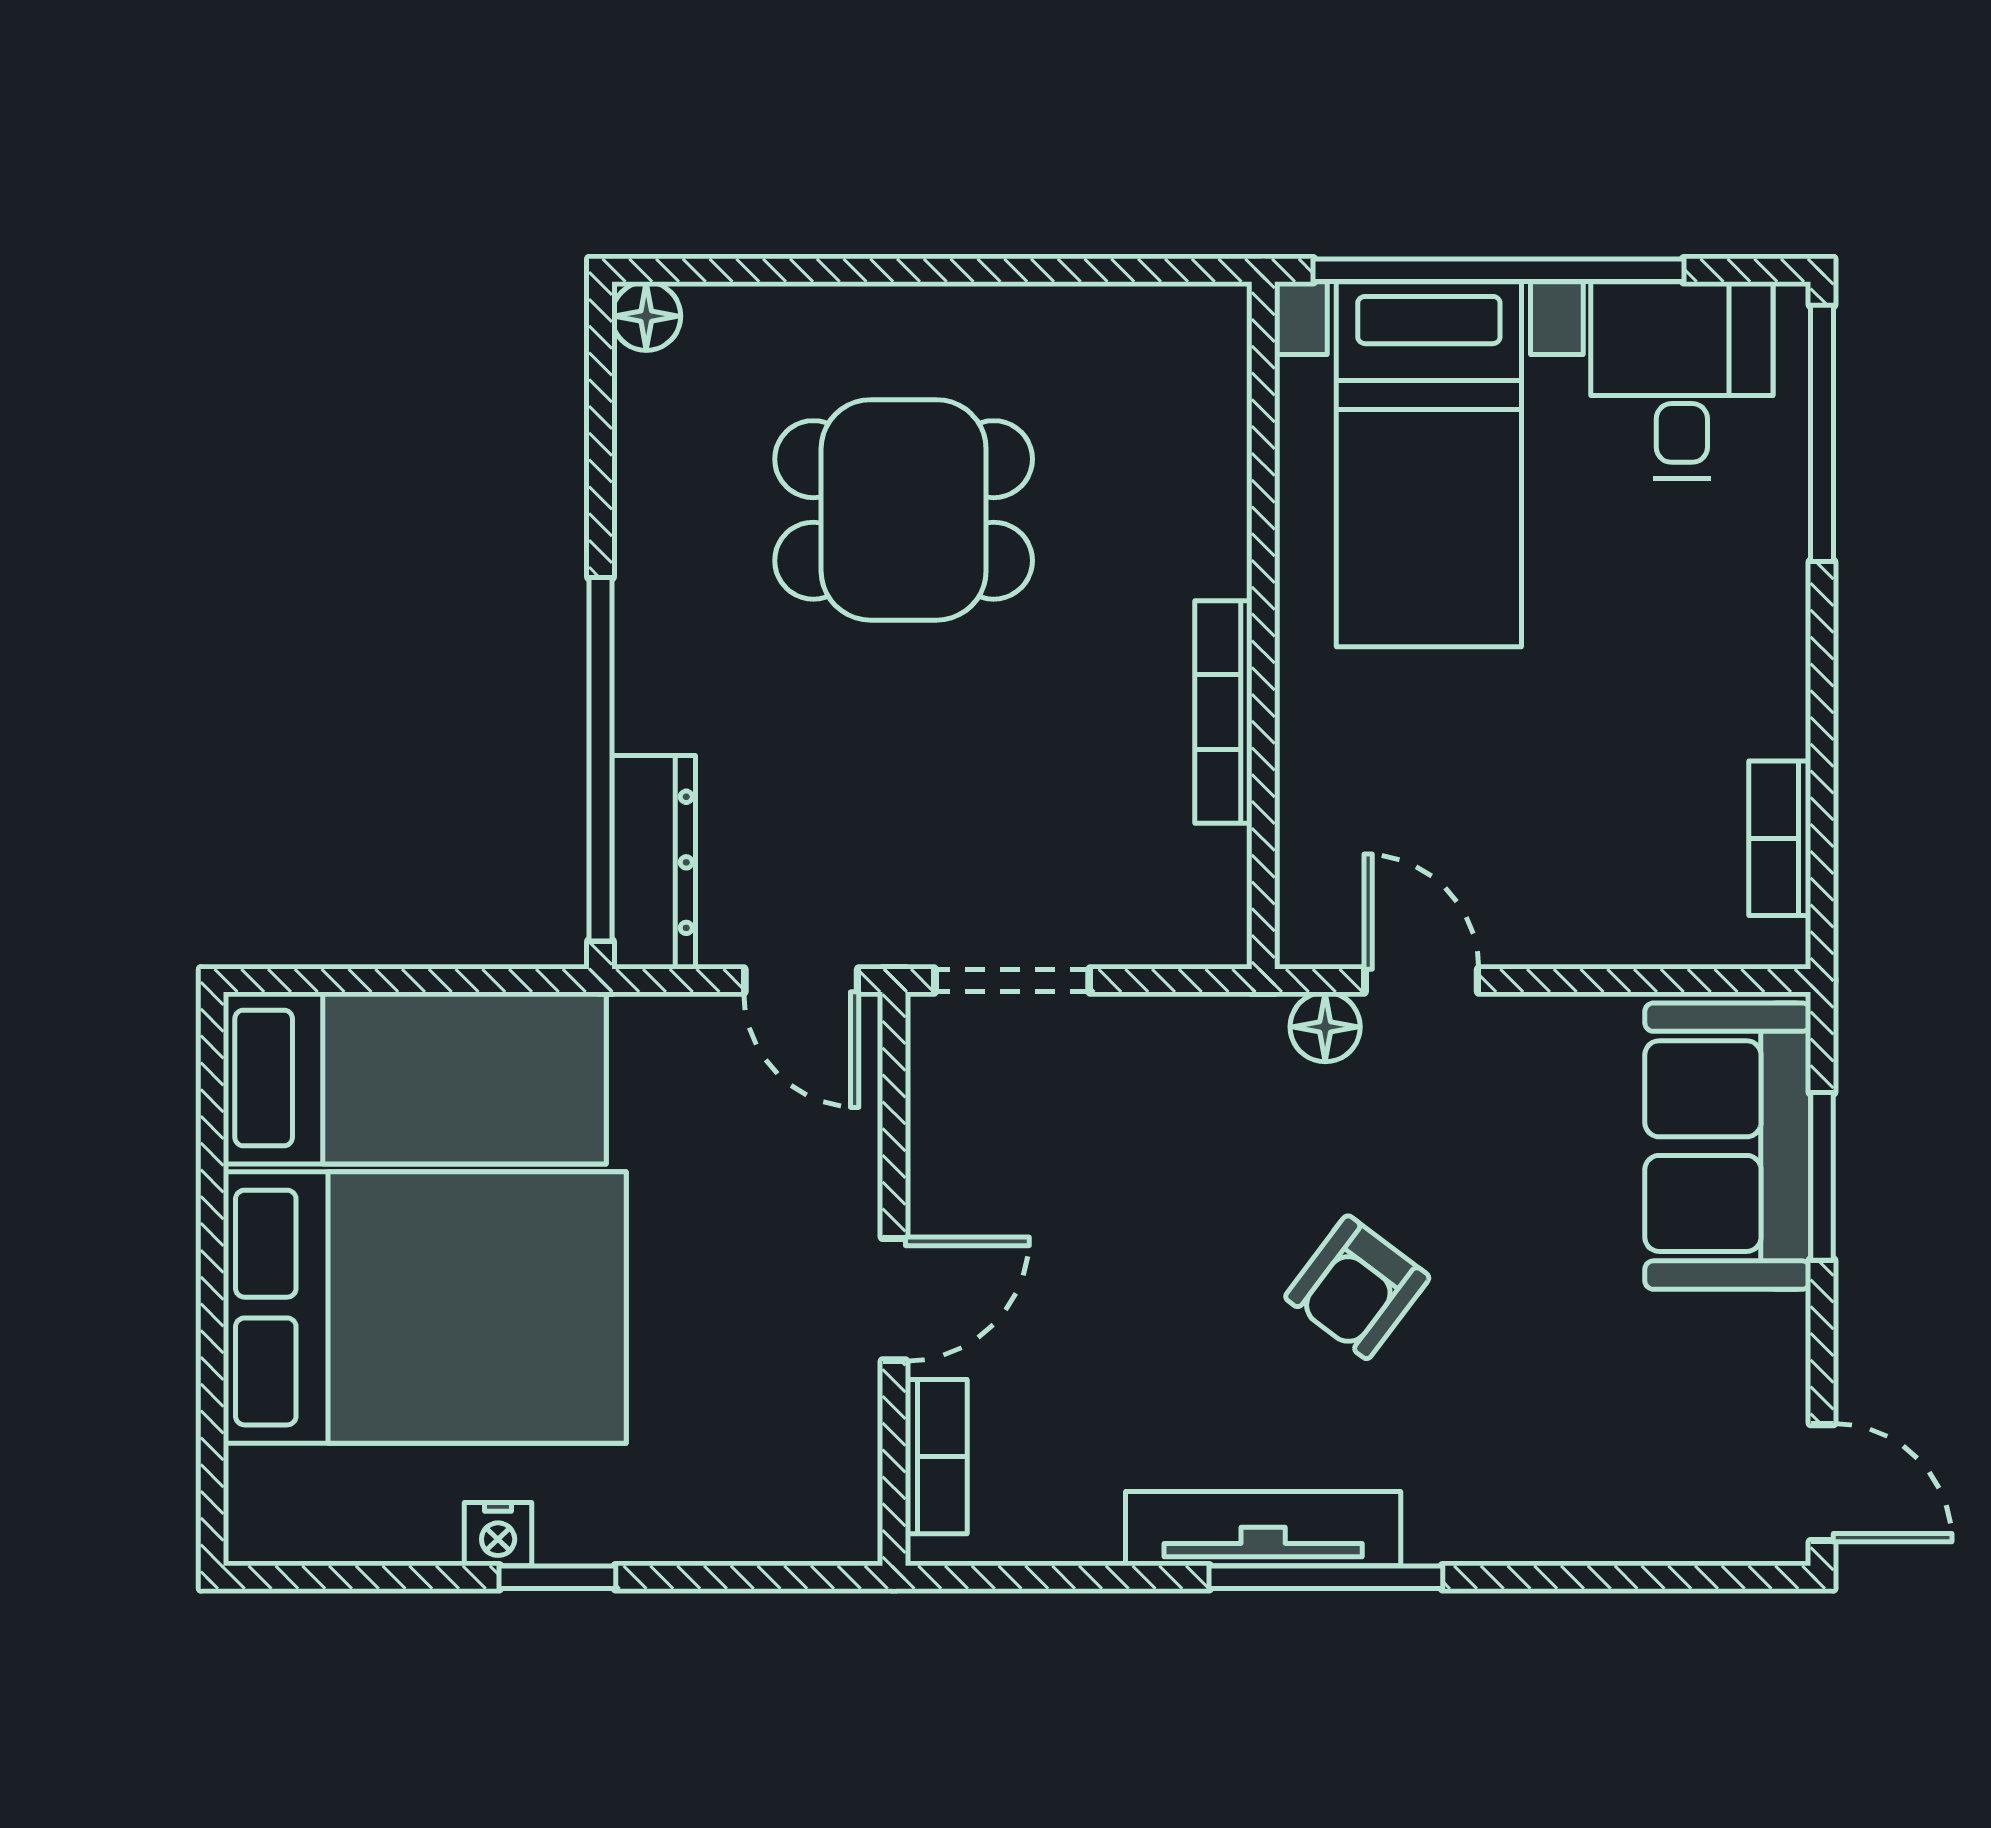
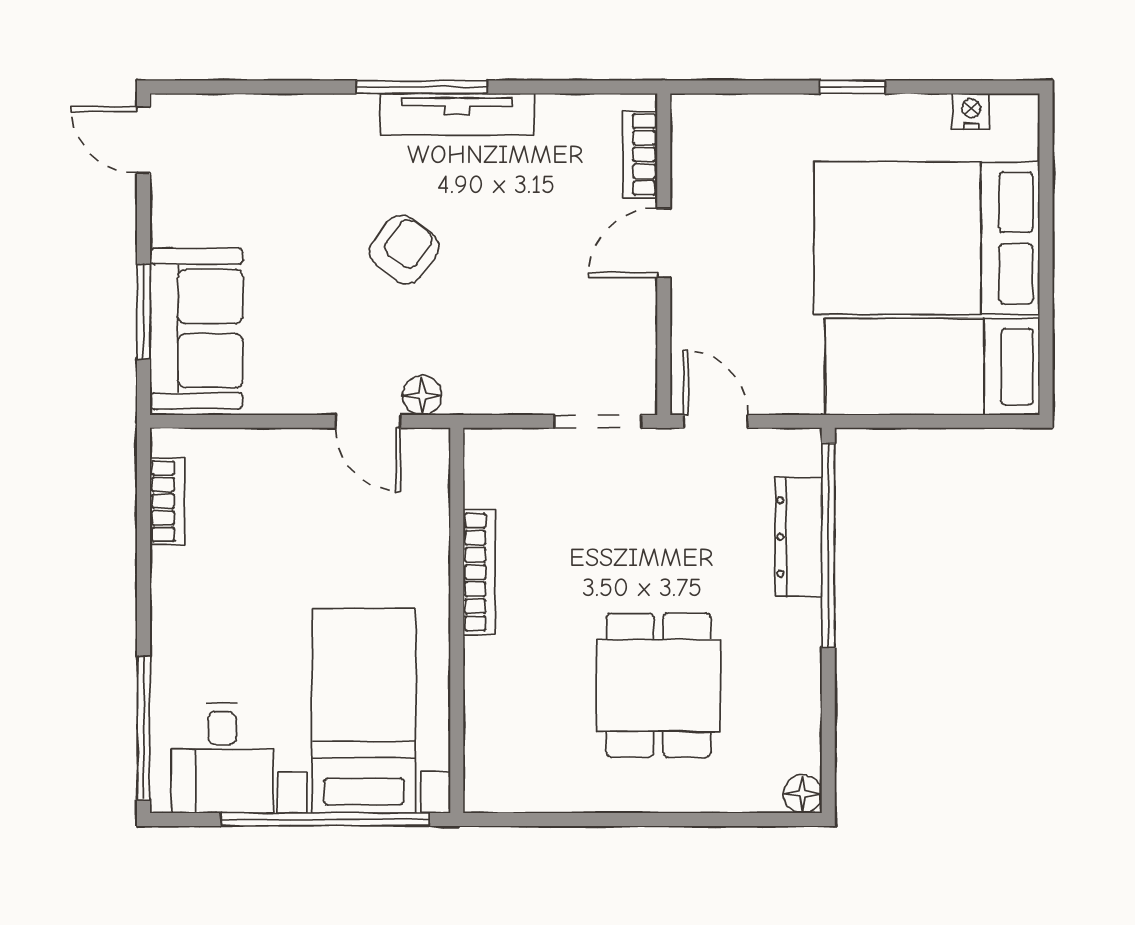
dining table: (904, 510) -> (658, 685), turned 90
dresser: (654, 862) -> (799, 537), moved
nightstand: (498, 1534) -> (971, 111), moved

